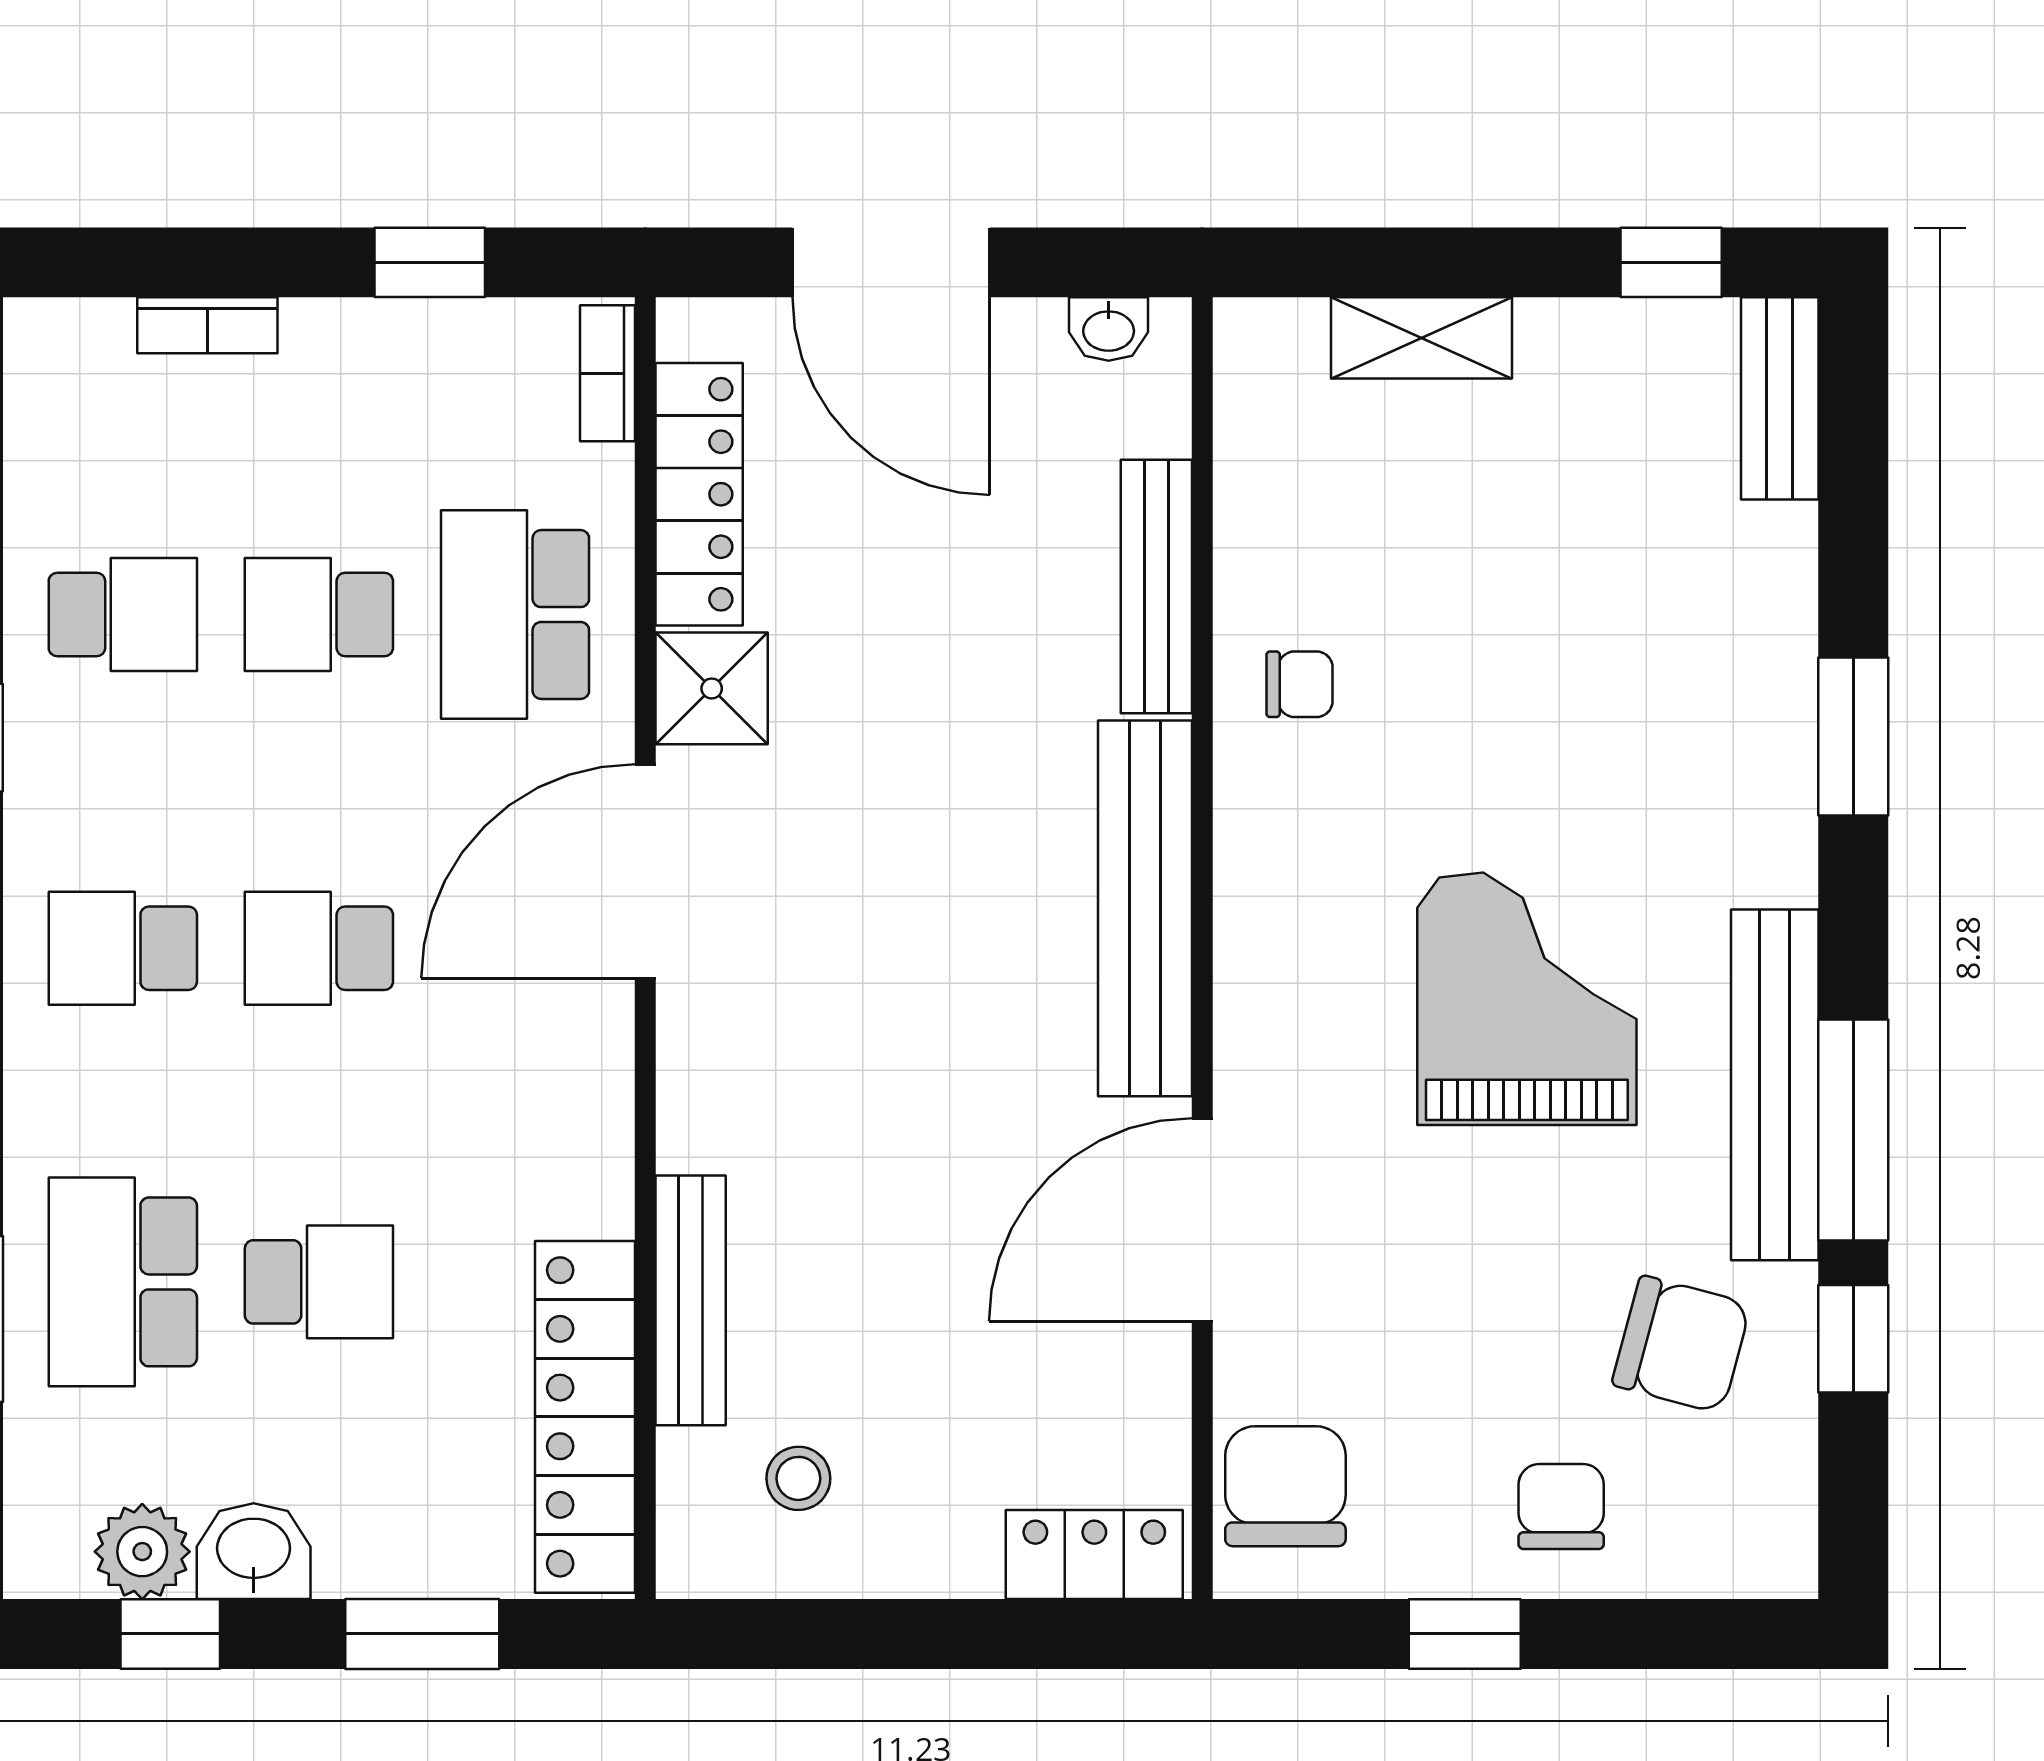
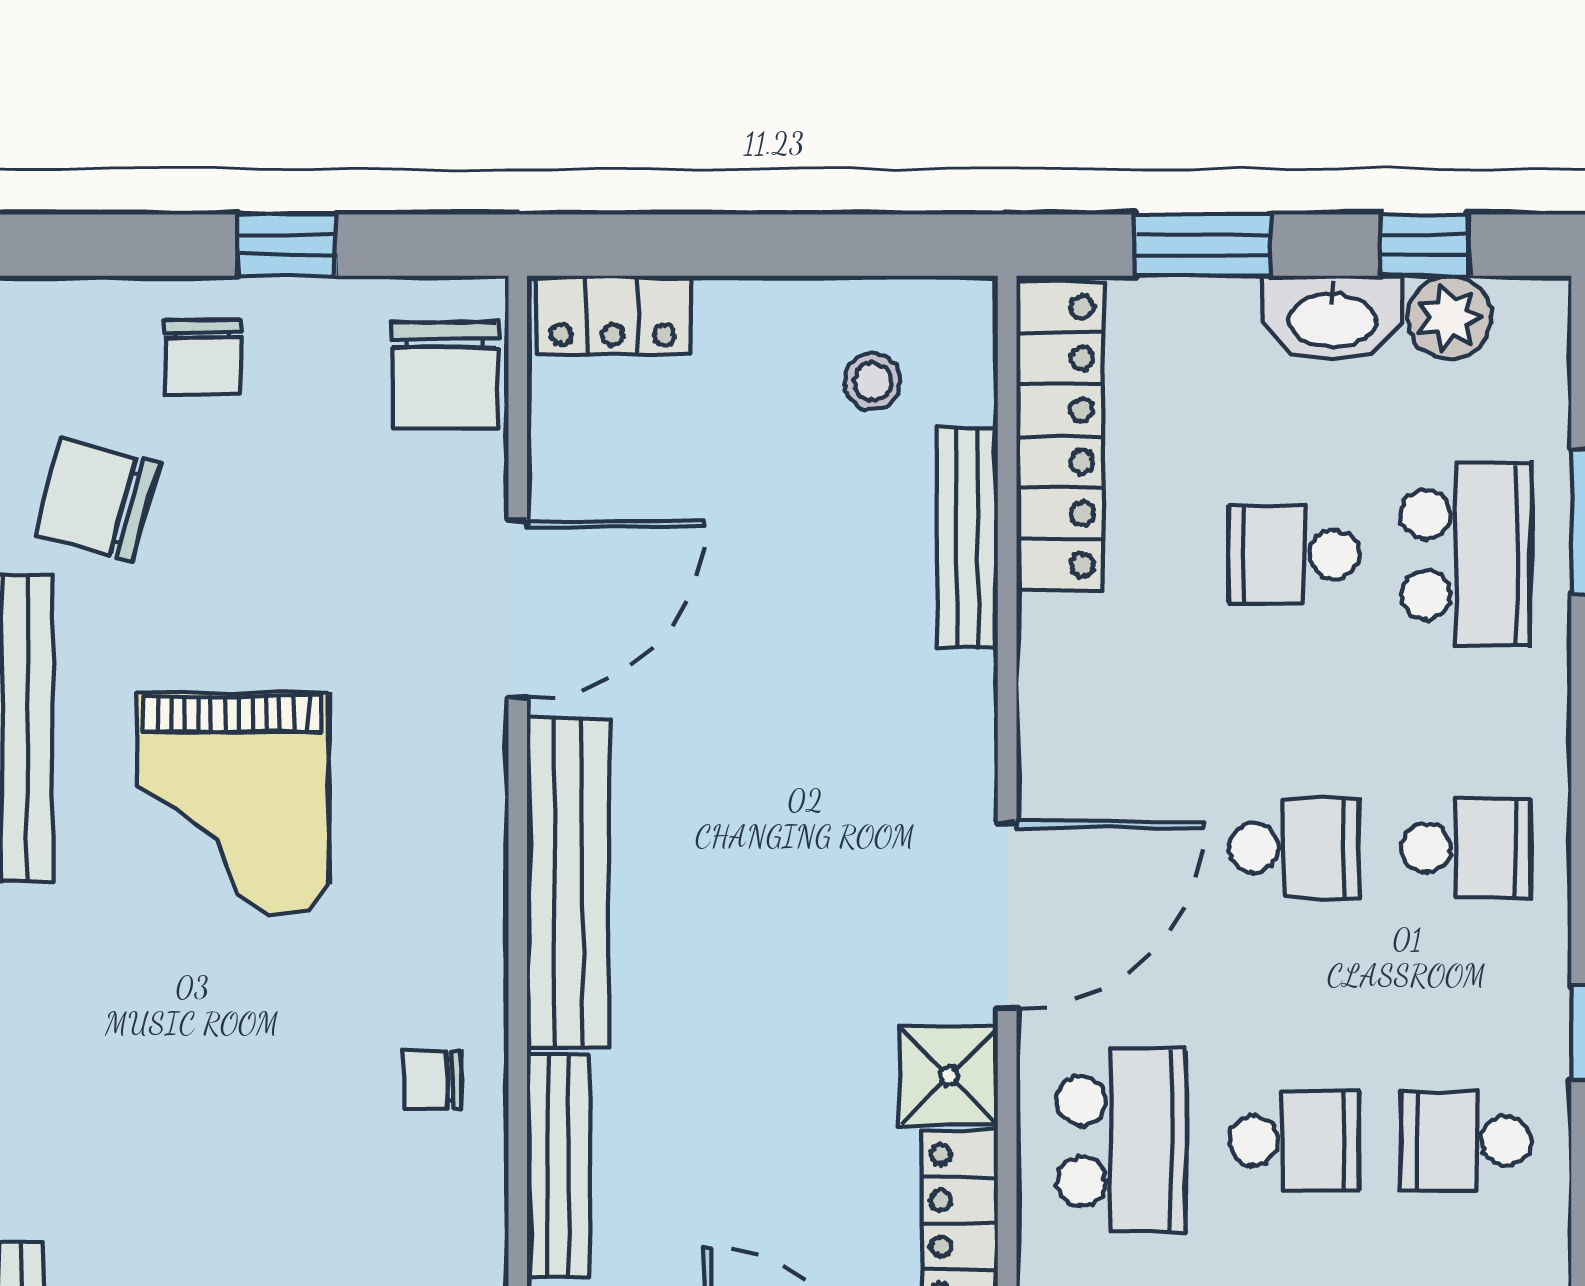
washbasin: (254, 1551) -> (1332, 318), width x1.38

